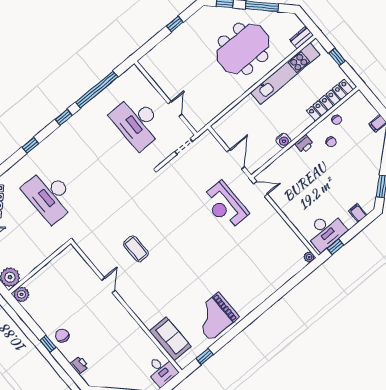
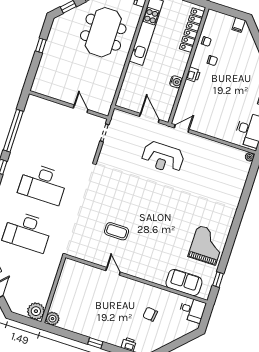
desk: (137, 122) -> (43, 184), moved
grand piano: (214, 317) -> (207, 245), turned 180
chair: (62, 335) -> (150, 314), moved

